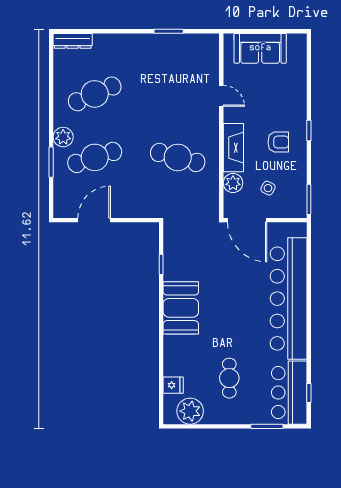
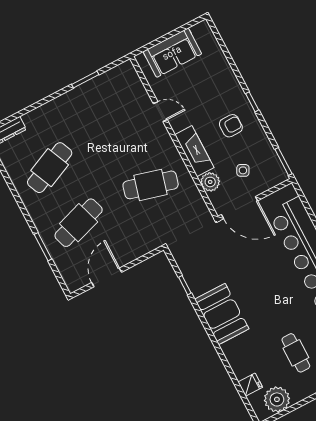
plant: (63, 137) -> (42, 219), removed

